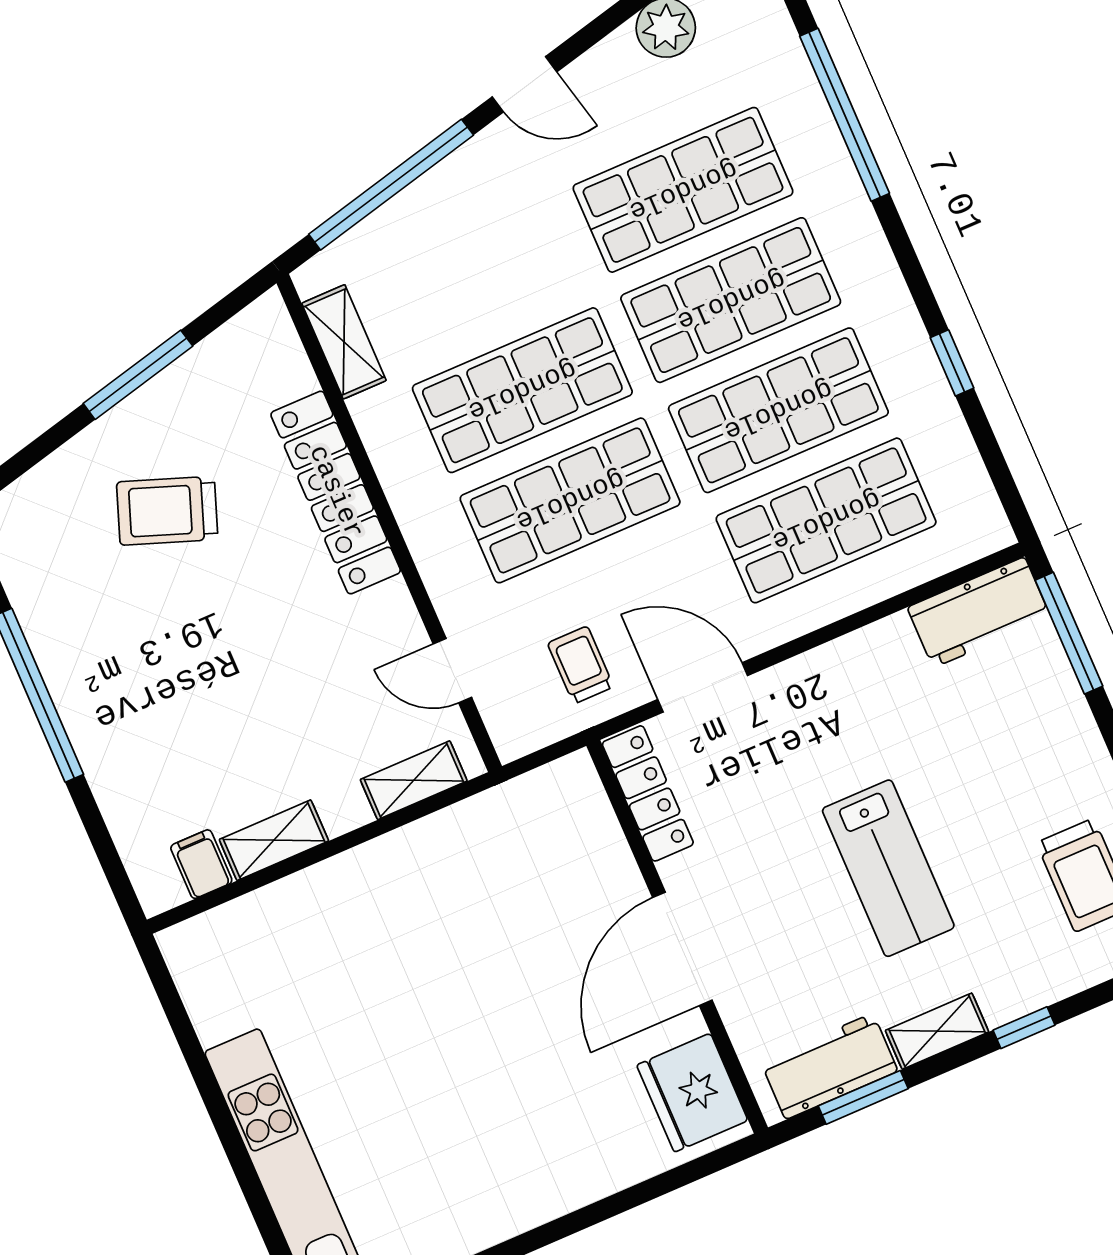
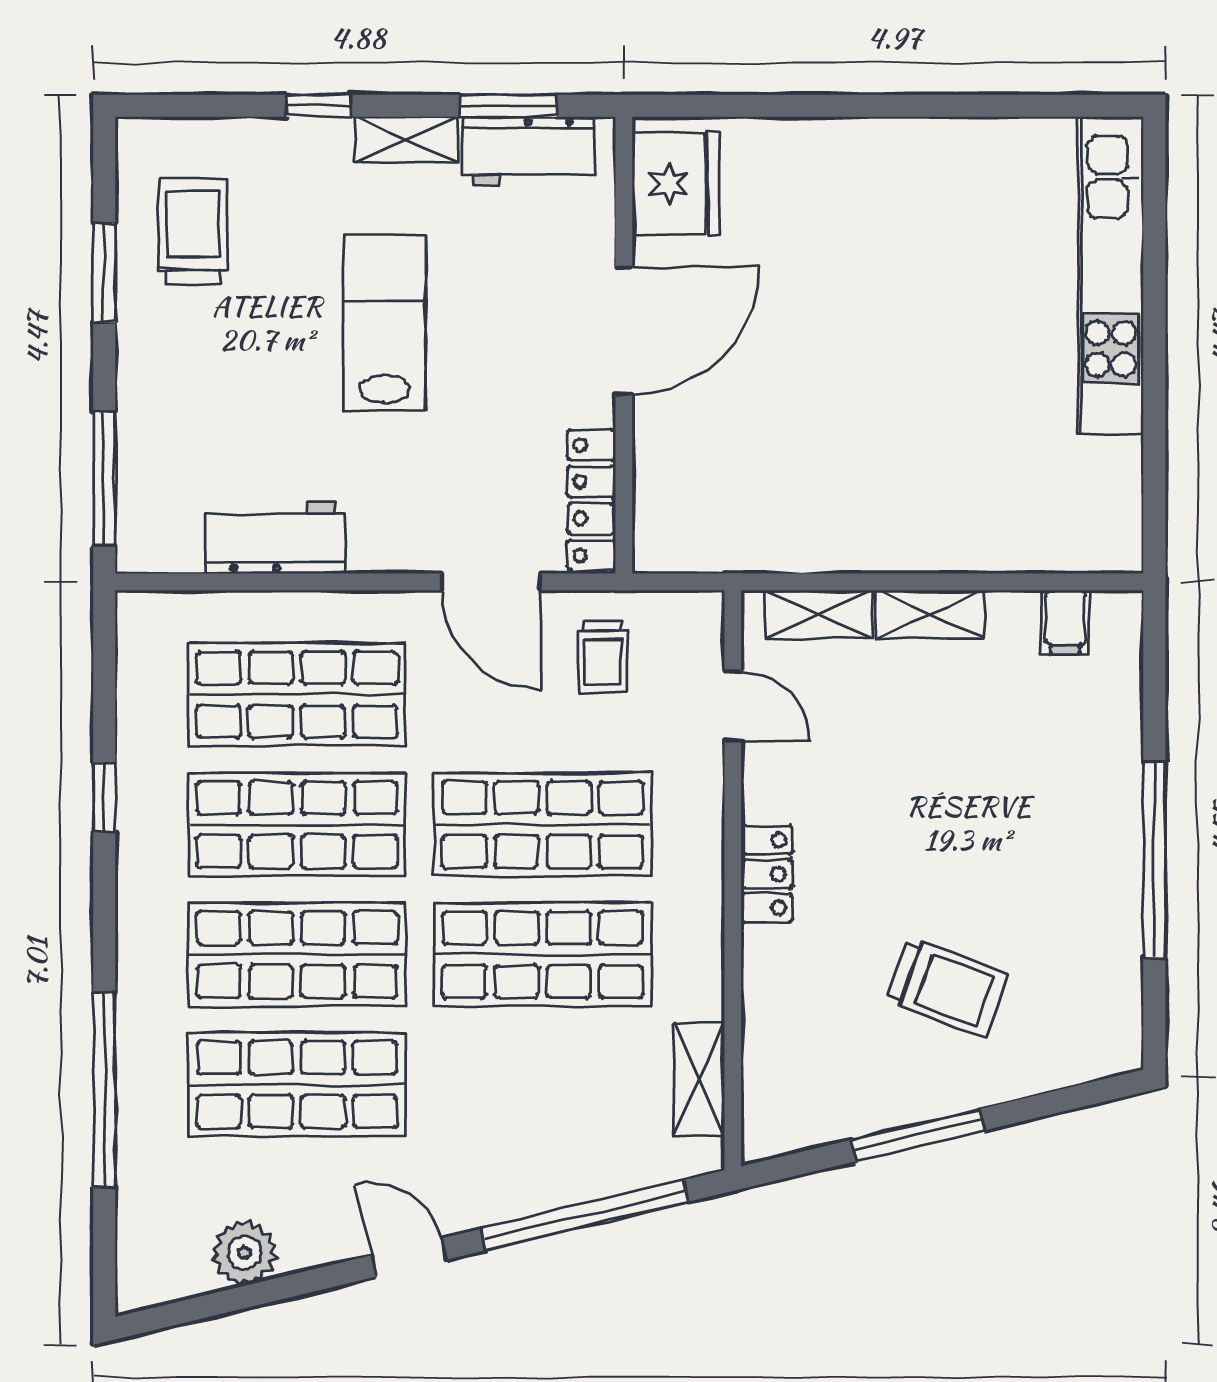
locker: (336, 492) -> (767, 874), width x0.46, depth x0.83
workbench: (979, 612) -> (276, 538), moved
shelving: (274, 840) -> (930, 614), moved

